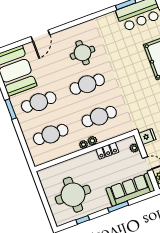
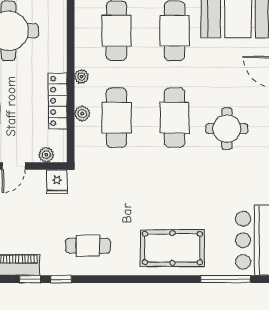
plant: (92, 141) -> (82, 114), moved
locker: (107, 151) -> (58, 101), width x1.53

